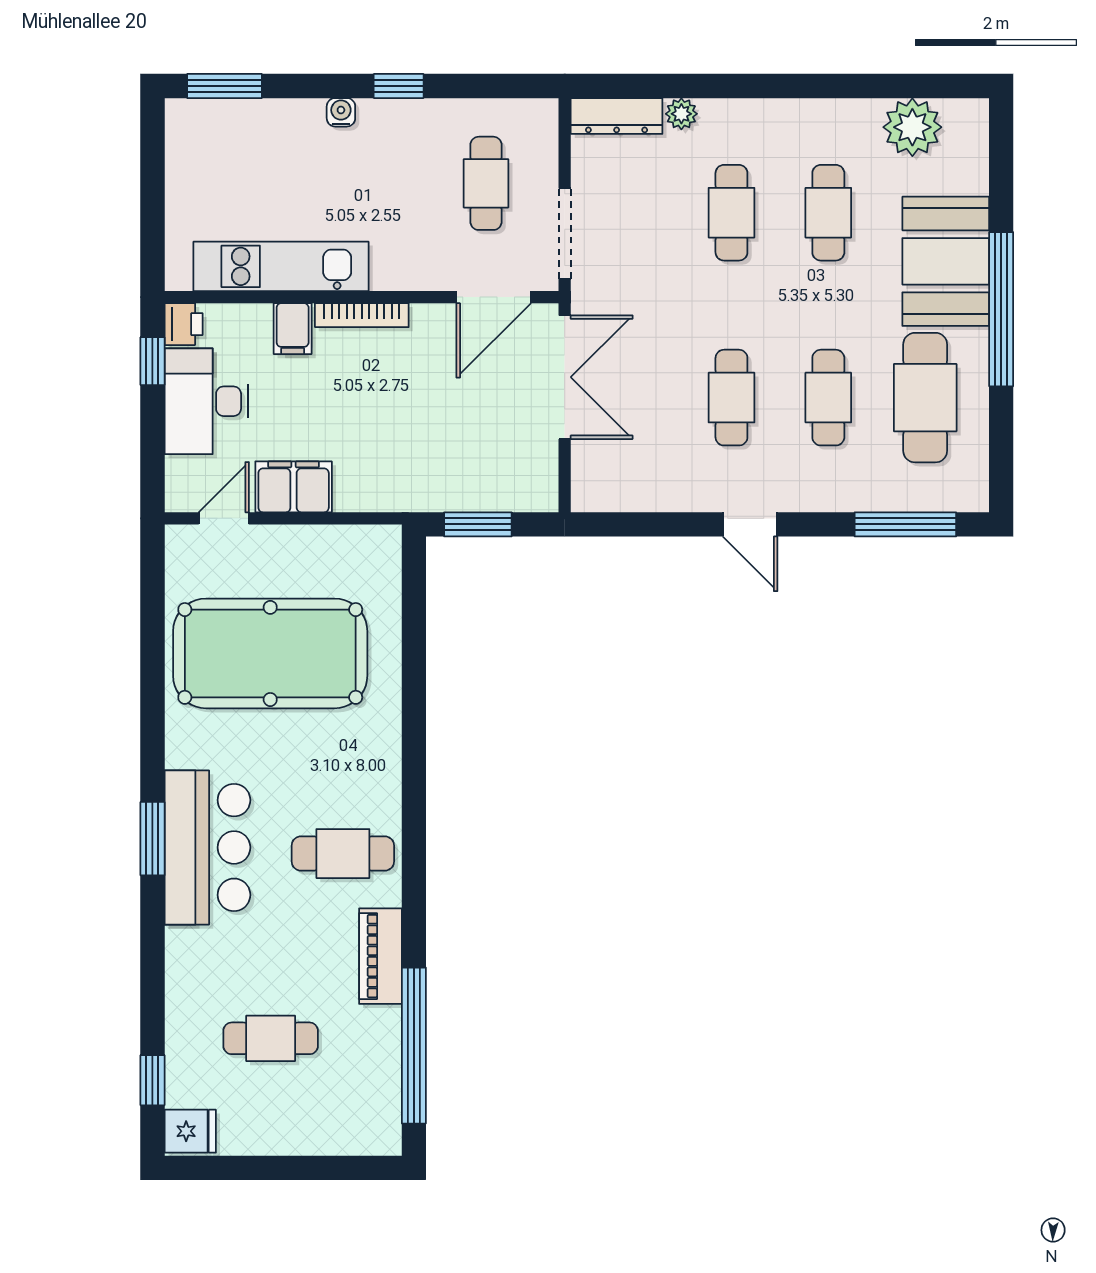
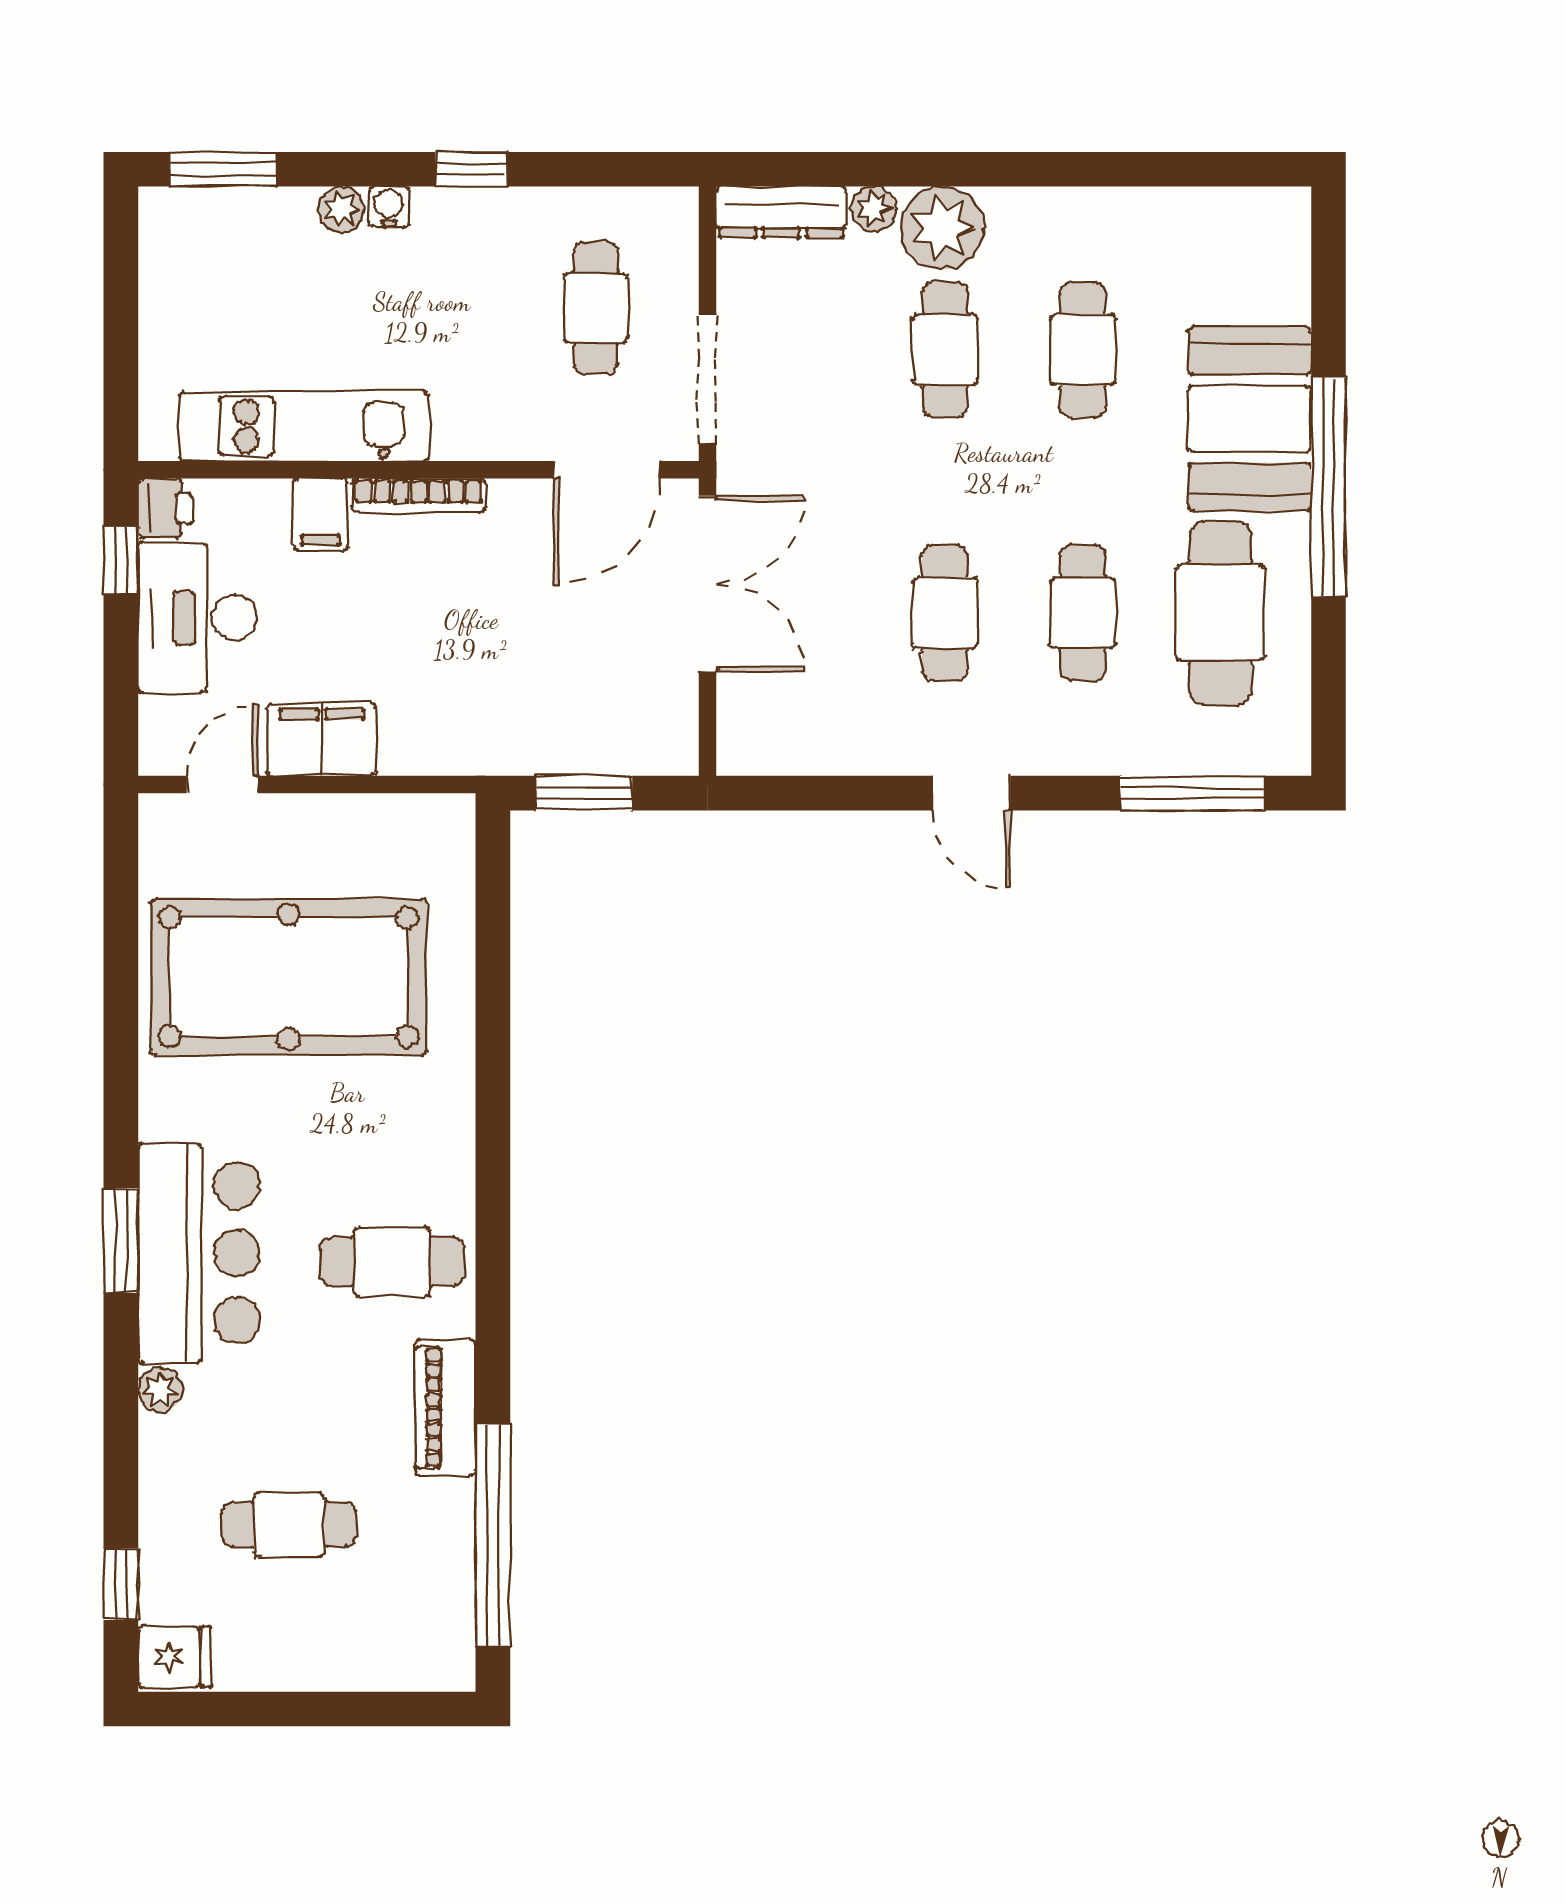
plant: (307, 114) -> (341, 209), added
plant: (912, 127) -> (942, 228), moved
plant: (180, 943) -> (160, 1390), added

